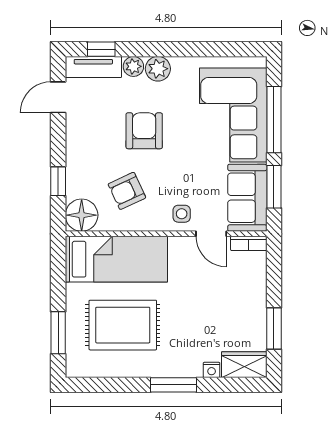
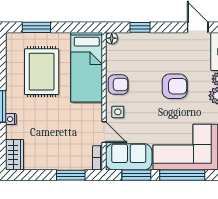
armchair: (127, 191) -> (118, 85), moved, turned 115
floor lamp: (82, 215) -> (112, 38), width x0.53, depth x0.53
door: (211, 234) -> (104, 132), swing flipped
window: (274, 328) -> (71, 175), moved
nightstand: (212, 370) -> (11, 119), moved

